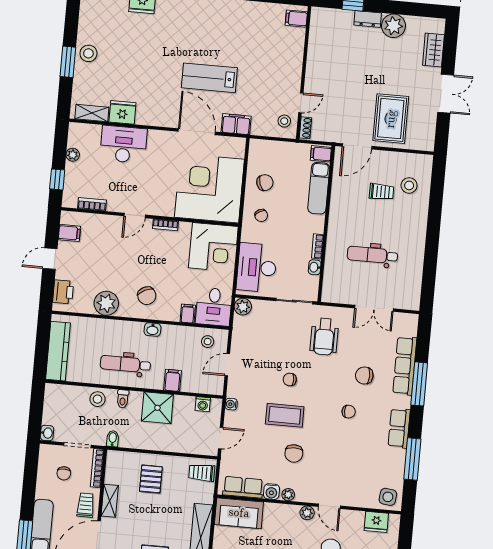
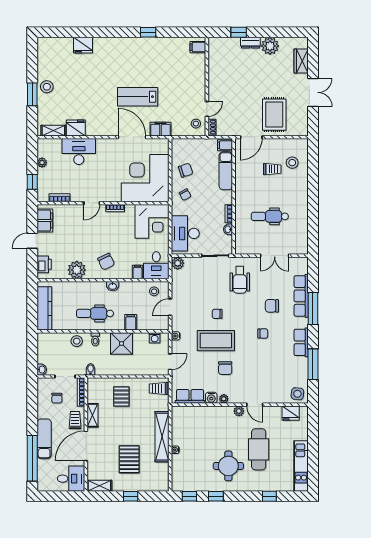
filing cabinet: (69, 233) -> (45, 220), width x2.00
coffee table: (285, 415) -> (216, 341), width x1.36, depth x1.32
sofa: (239, 513) -> (189, 416), removed

